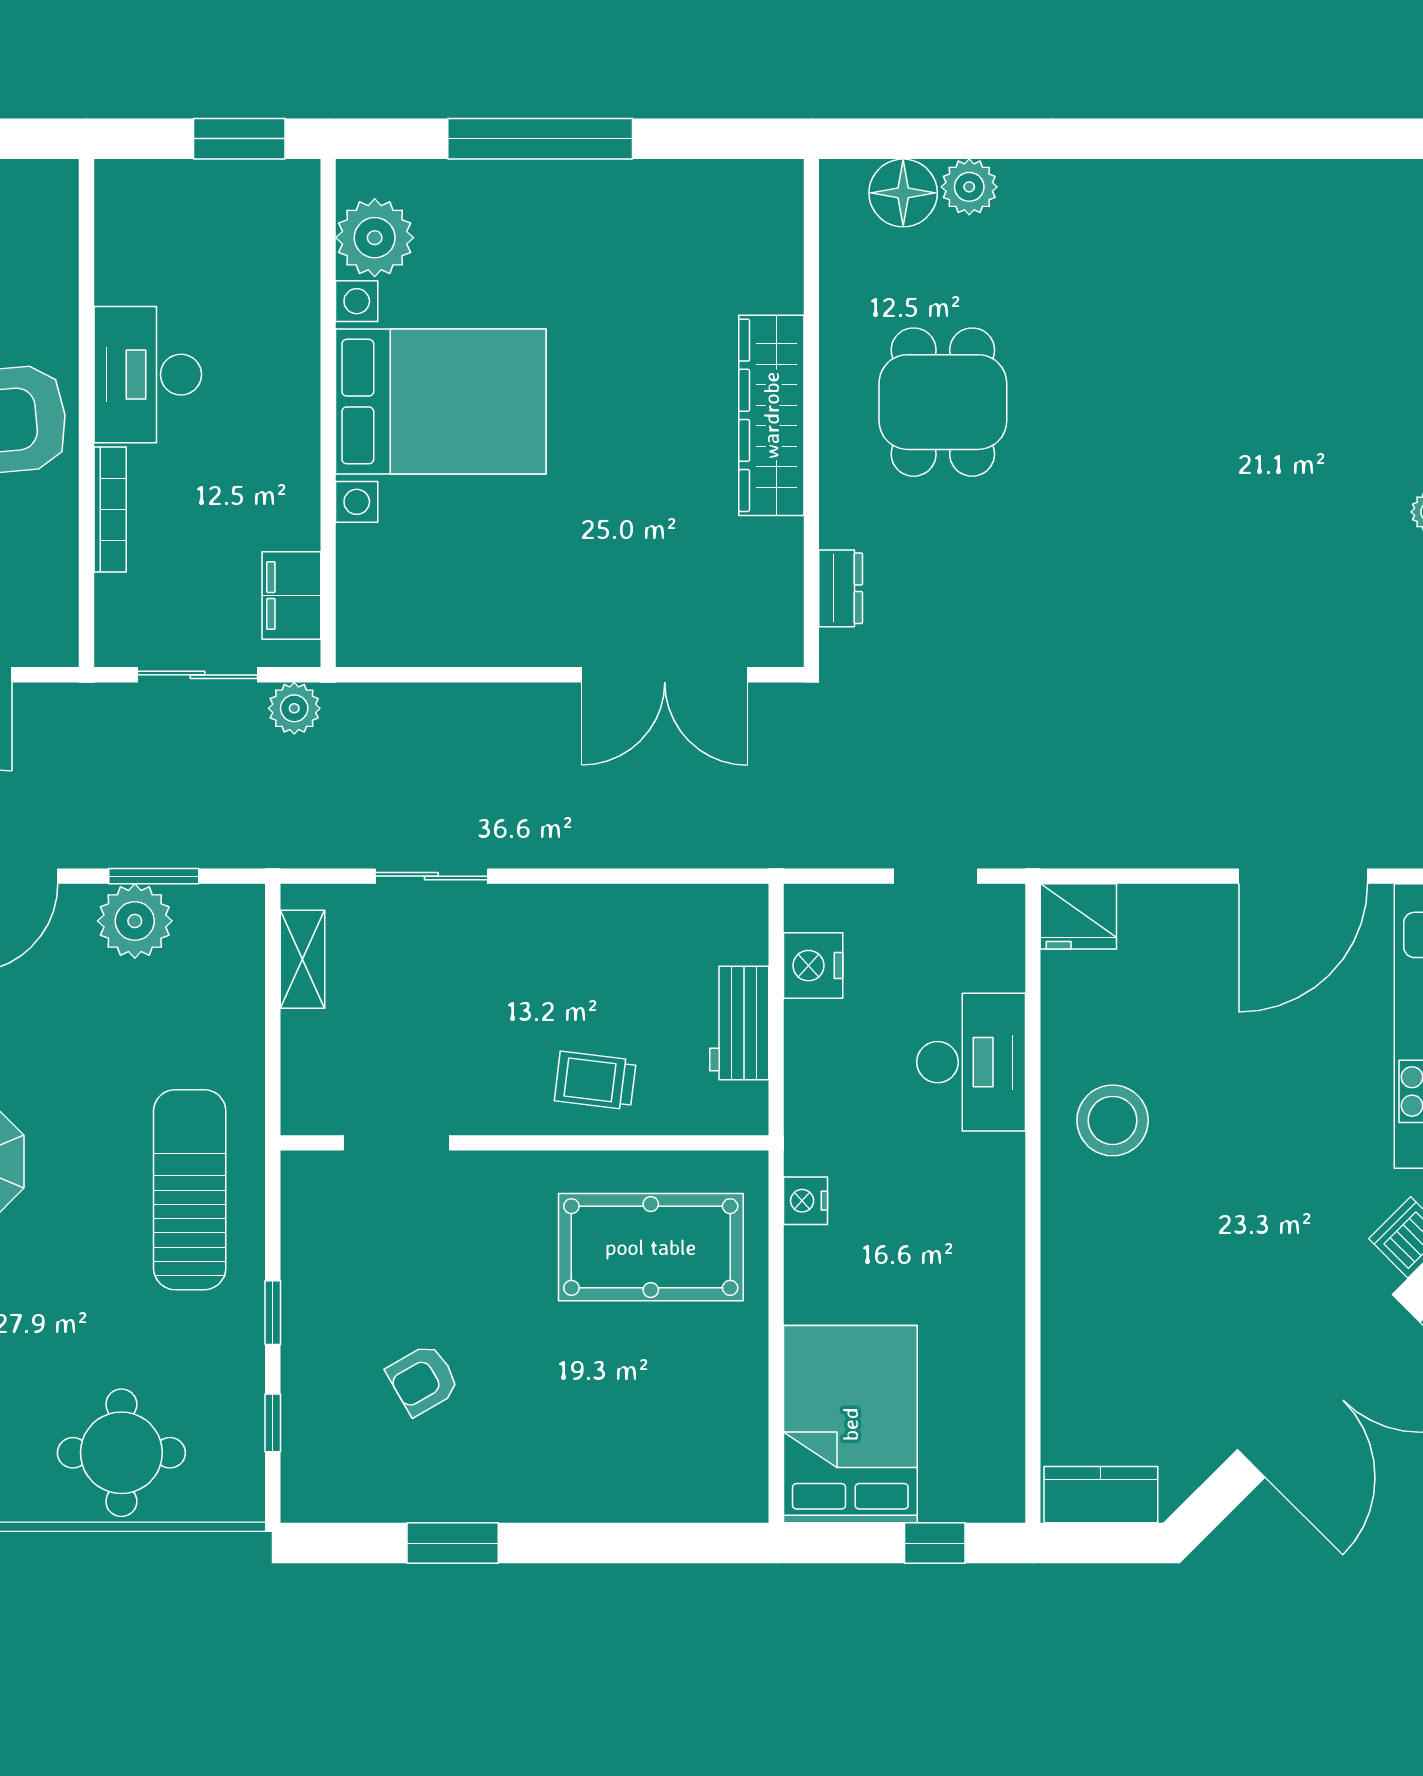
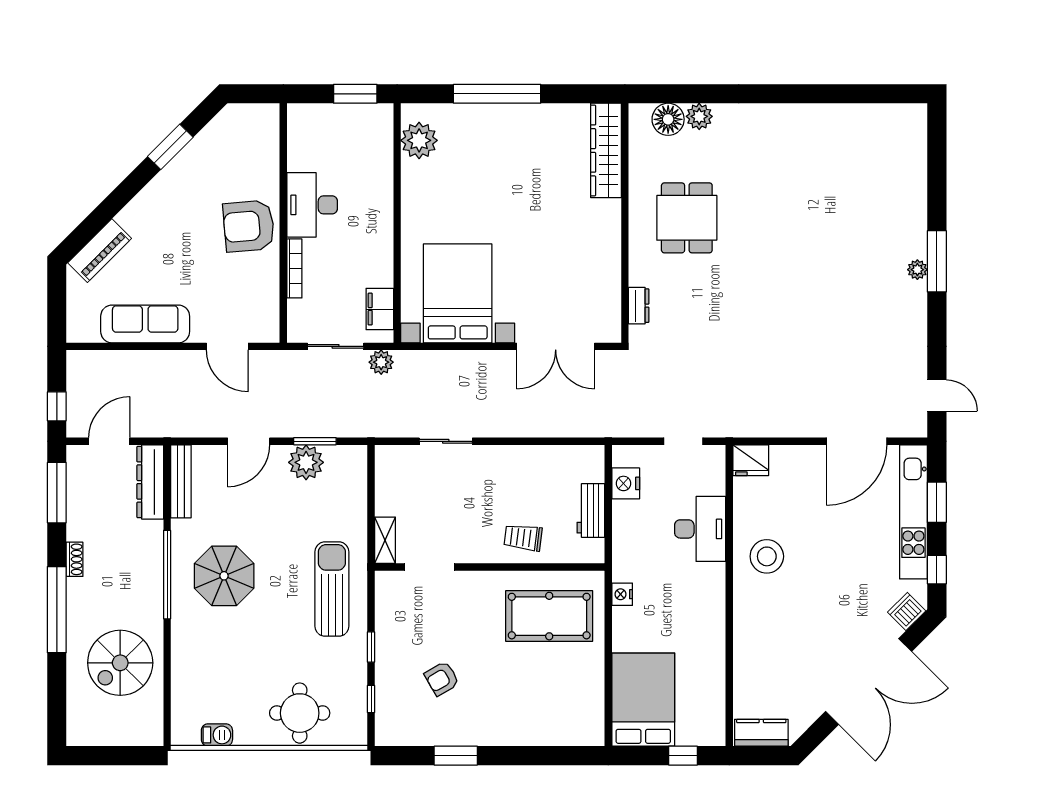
bed with nightstands: (441, 402) -> (458, 293), moved, turned -90
wardrobe: (771, 415) -> (606, 150), moved
shelving: (302, 959) -> (385, 540), moved

